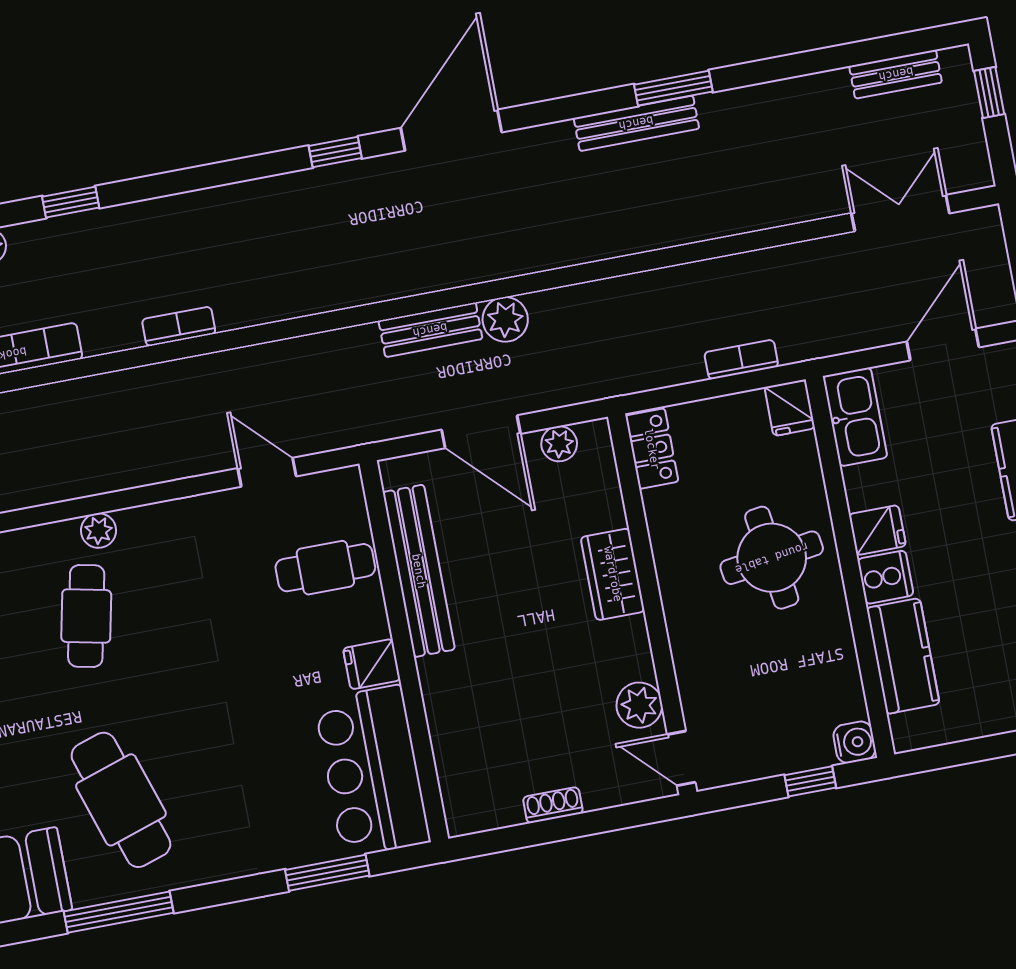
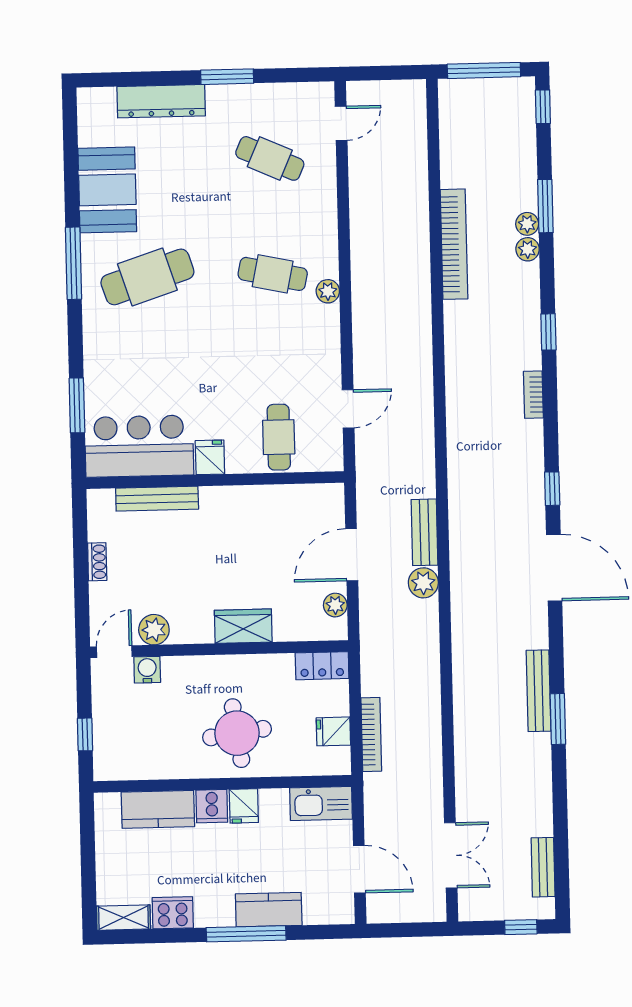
window: (71, 202) -> (548, 332), moved
bookcase: (179, 326) -> (533, 395), moved, turned 180
bookcase: (741, 360) -> (371, 734), width x1.56
fridge: (790, 408) -> (333, 731), moved
bench: (419, 571) -> (157, 499), moved, width x0.73, depth x0.82
water cooler: (854, 742) -> (147, 670), moved, turned 180

